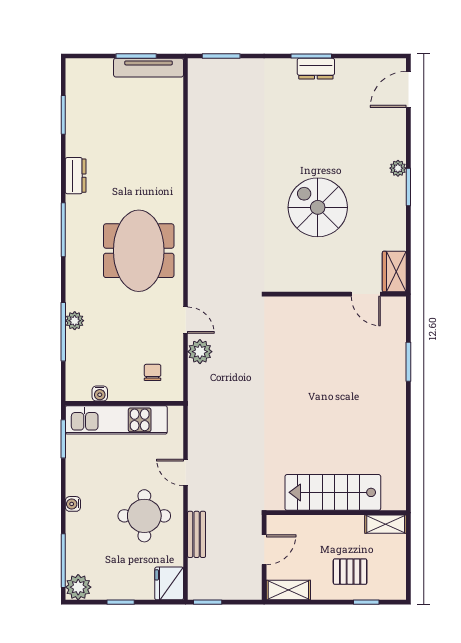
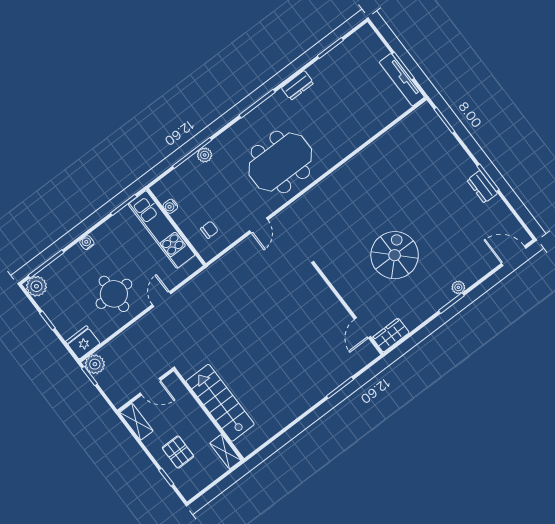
plant: (200, 352) -> (95, 364), moved
bench: (197, 534) -> (127, 336), removed

